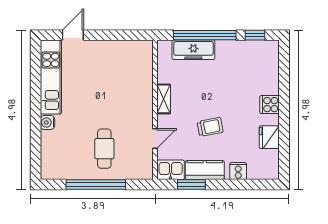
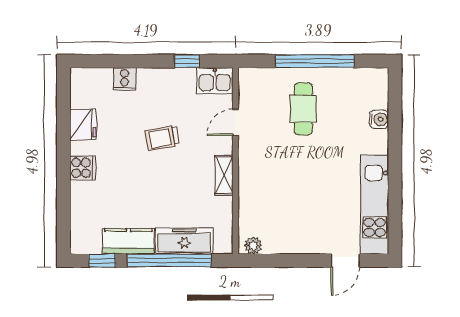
plant: (142, 46) -> (253, 245), added
water cooler: (47, 122) -> (379, 119), moved
kitchen counter: (205, 170) -> (128, 241), moved, turned 180
window: (191, 185) -> (187, 61), width x0.67

